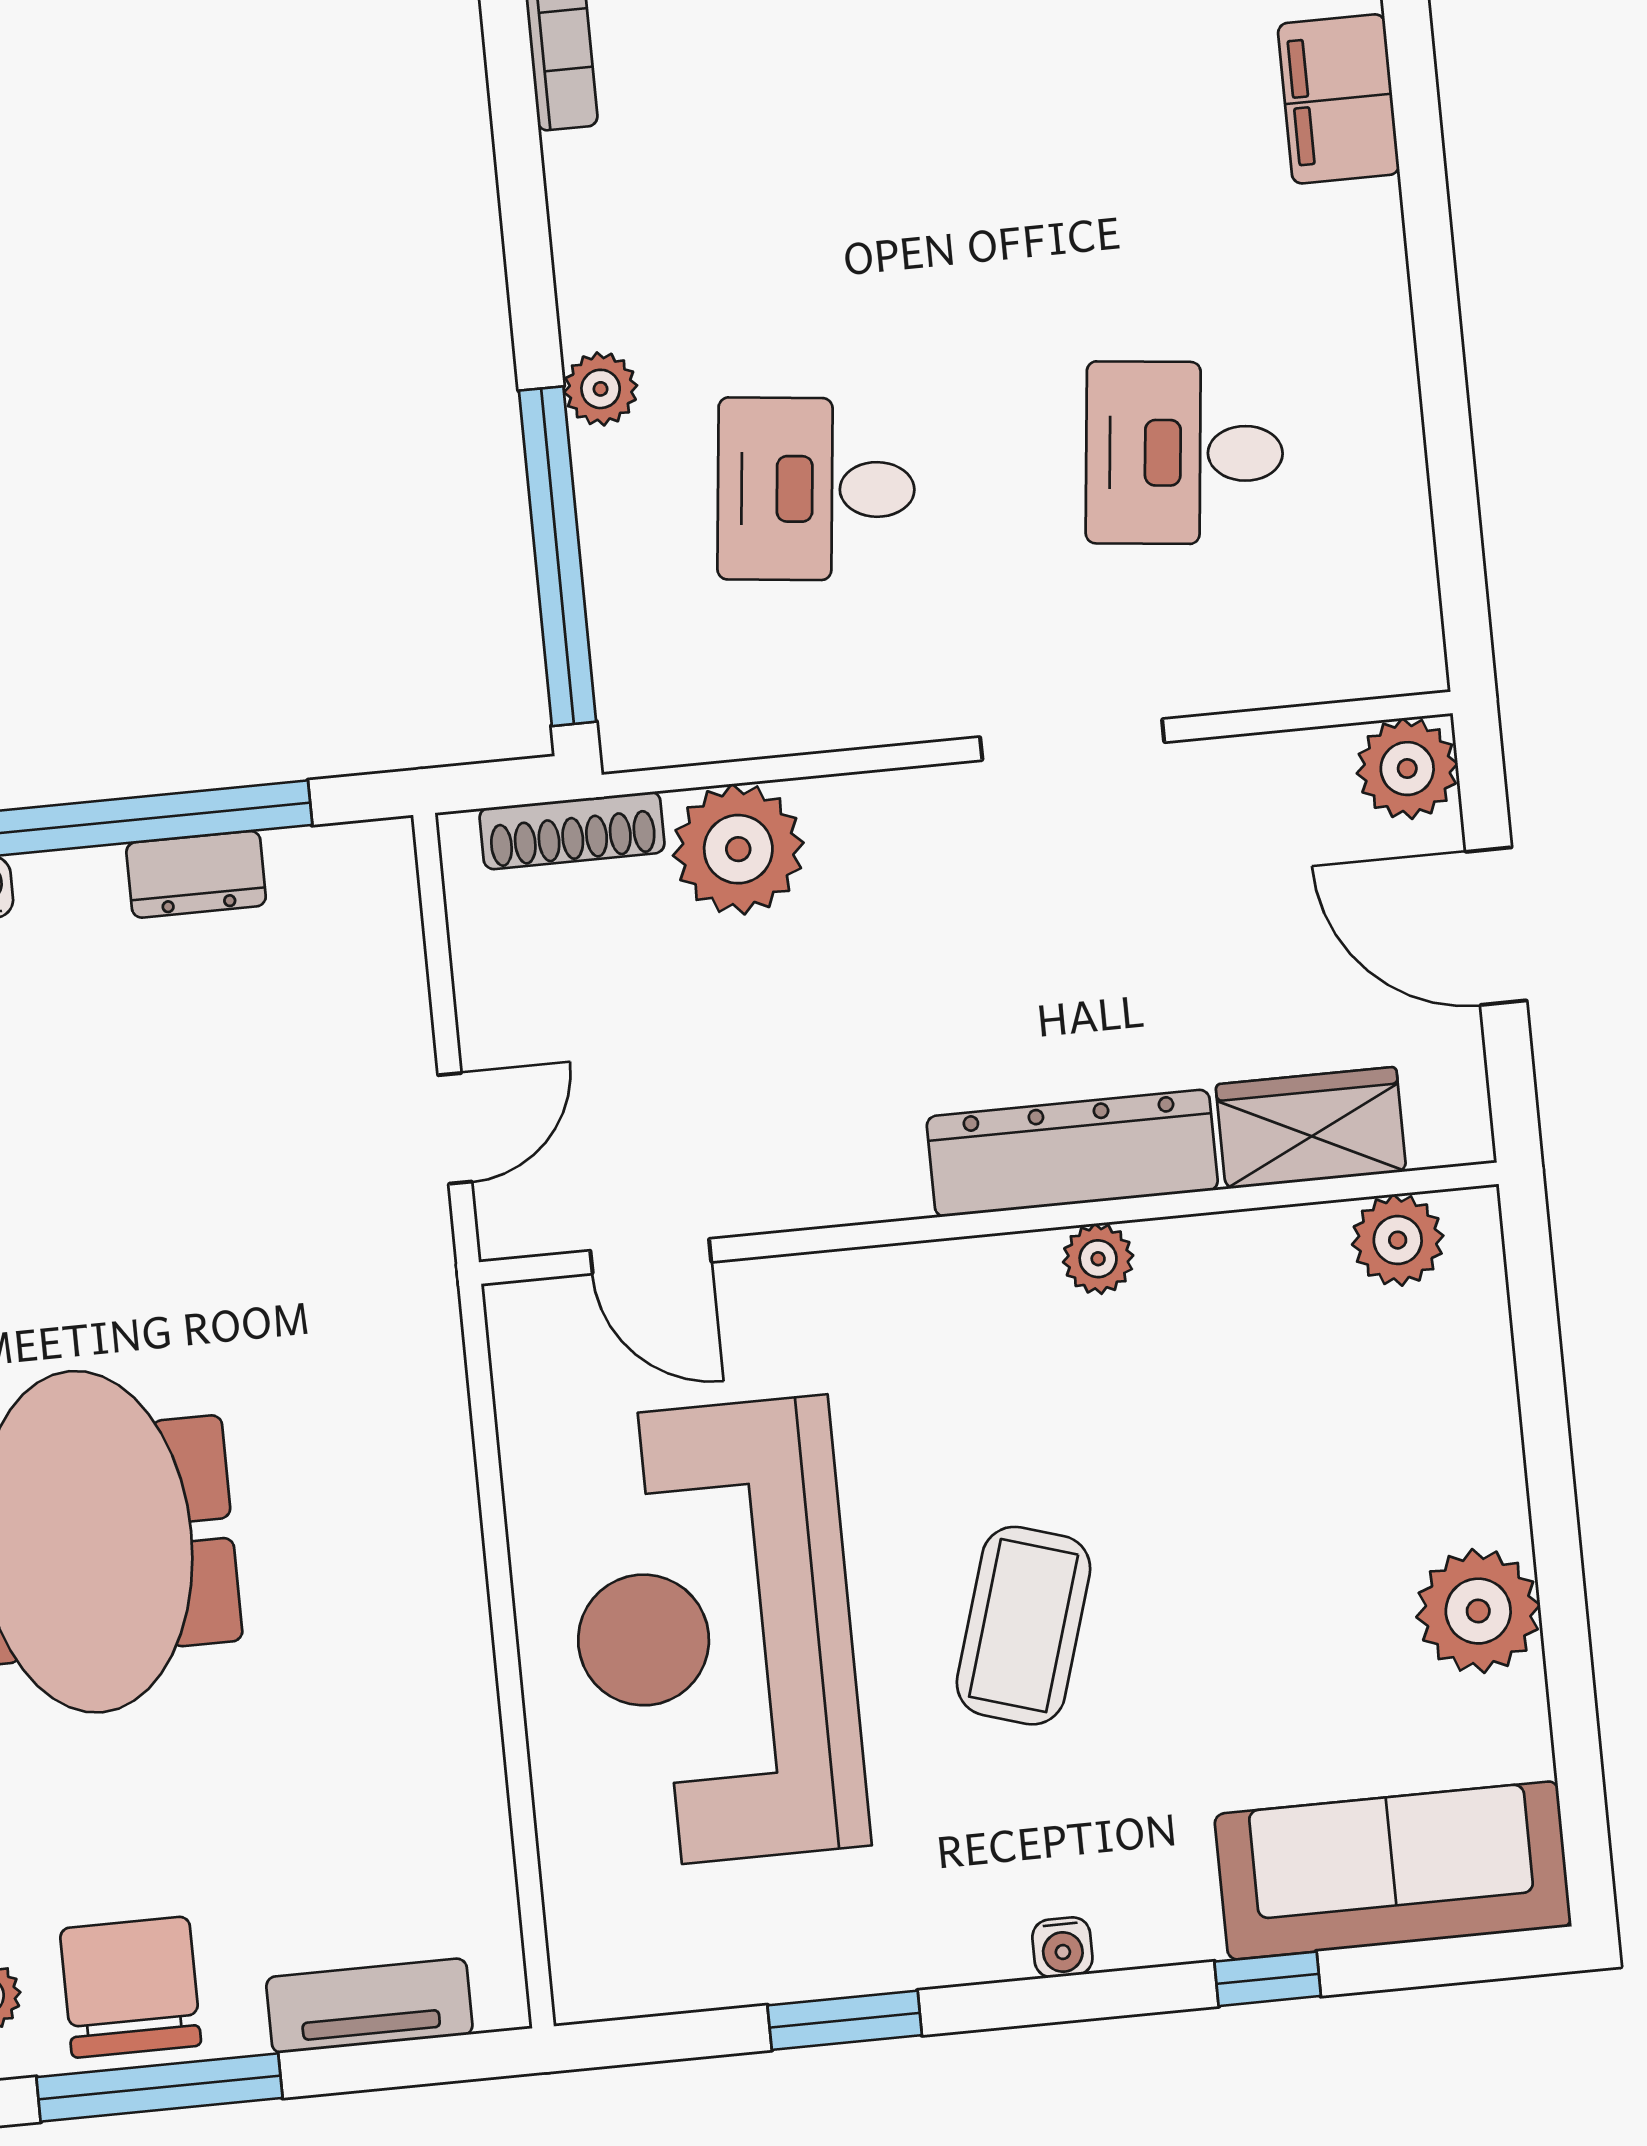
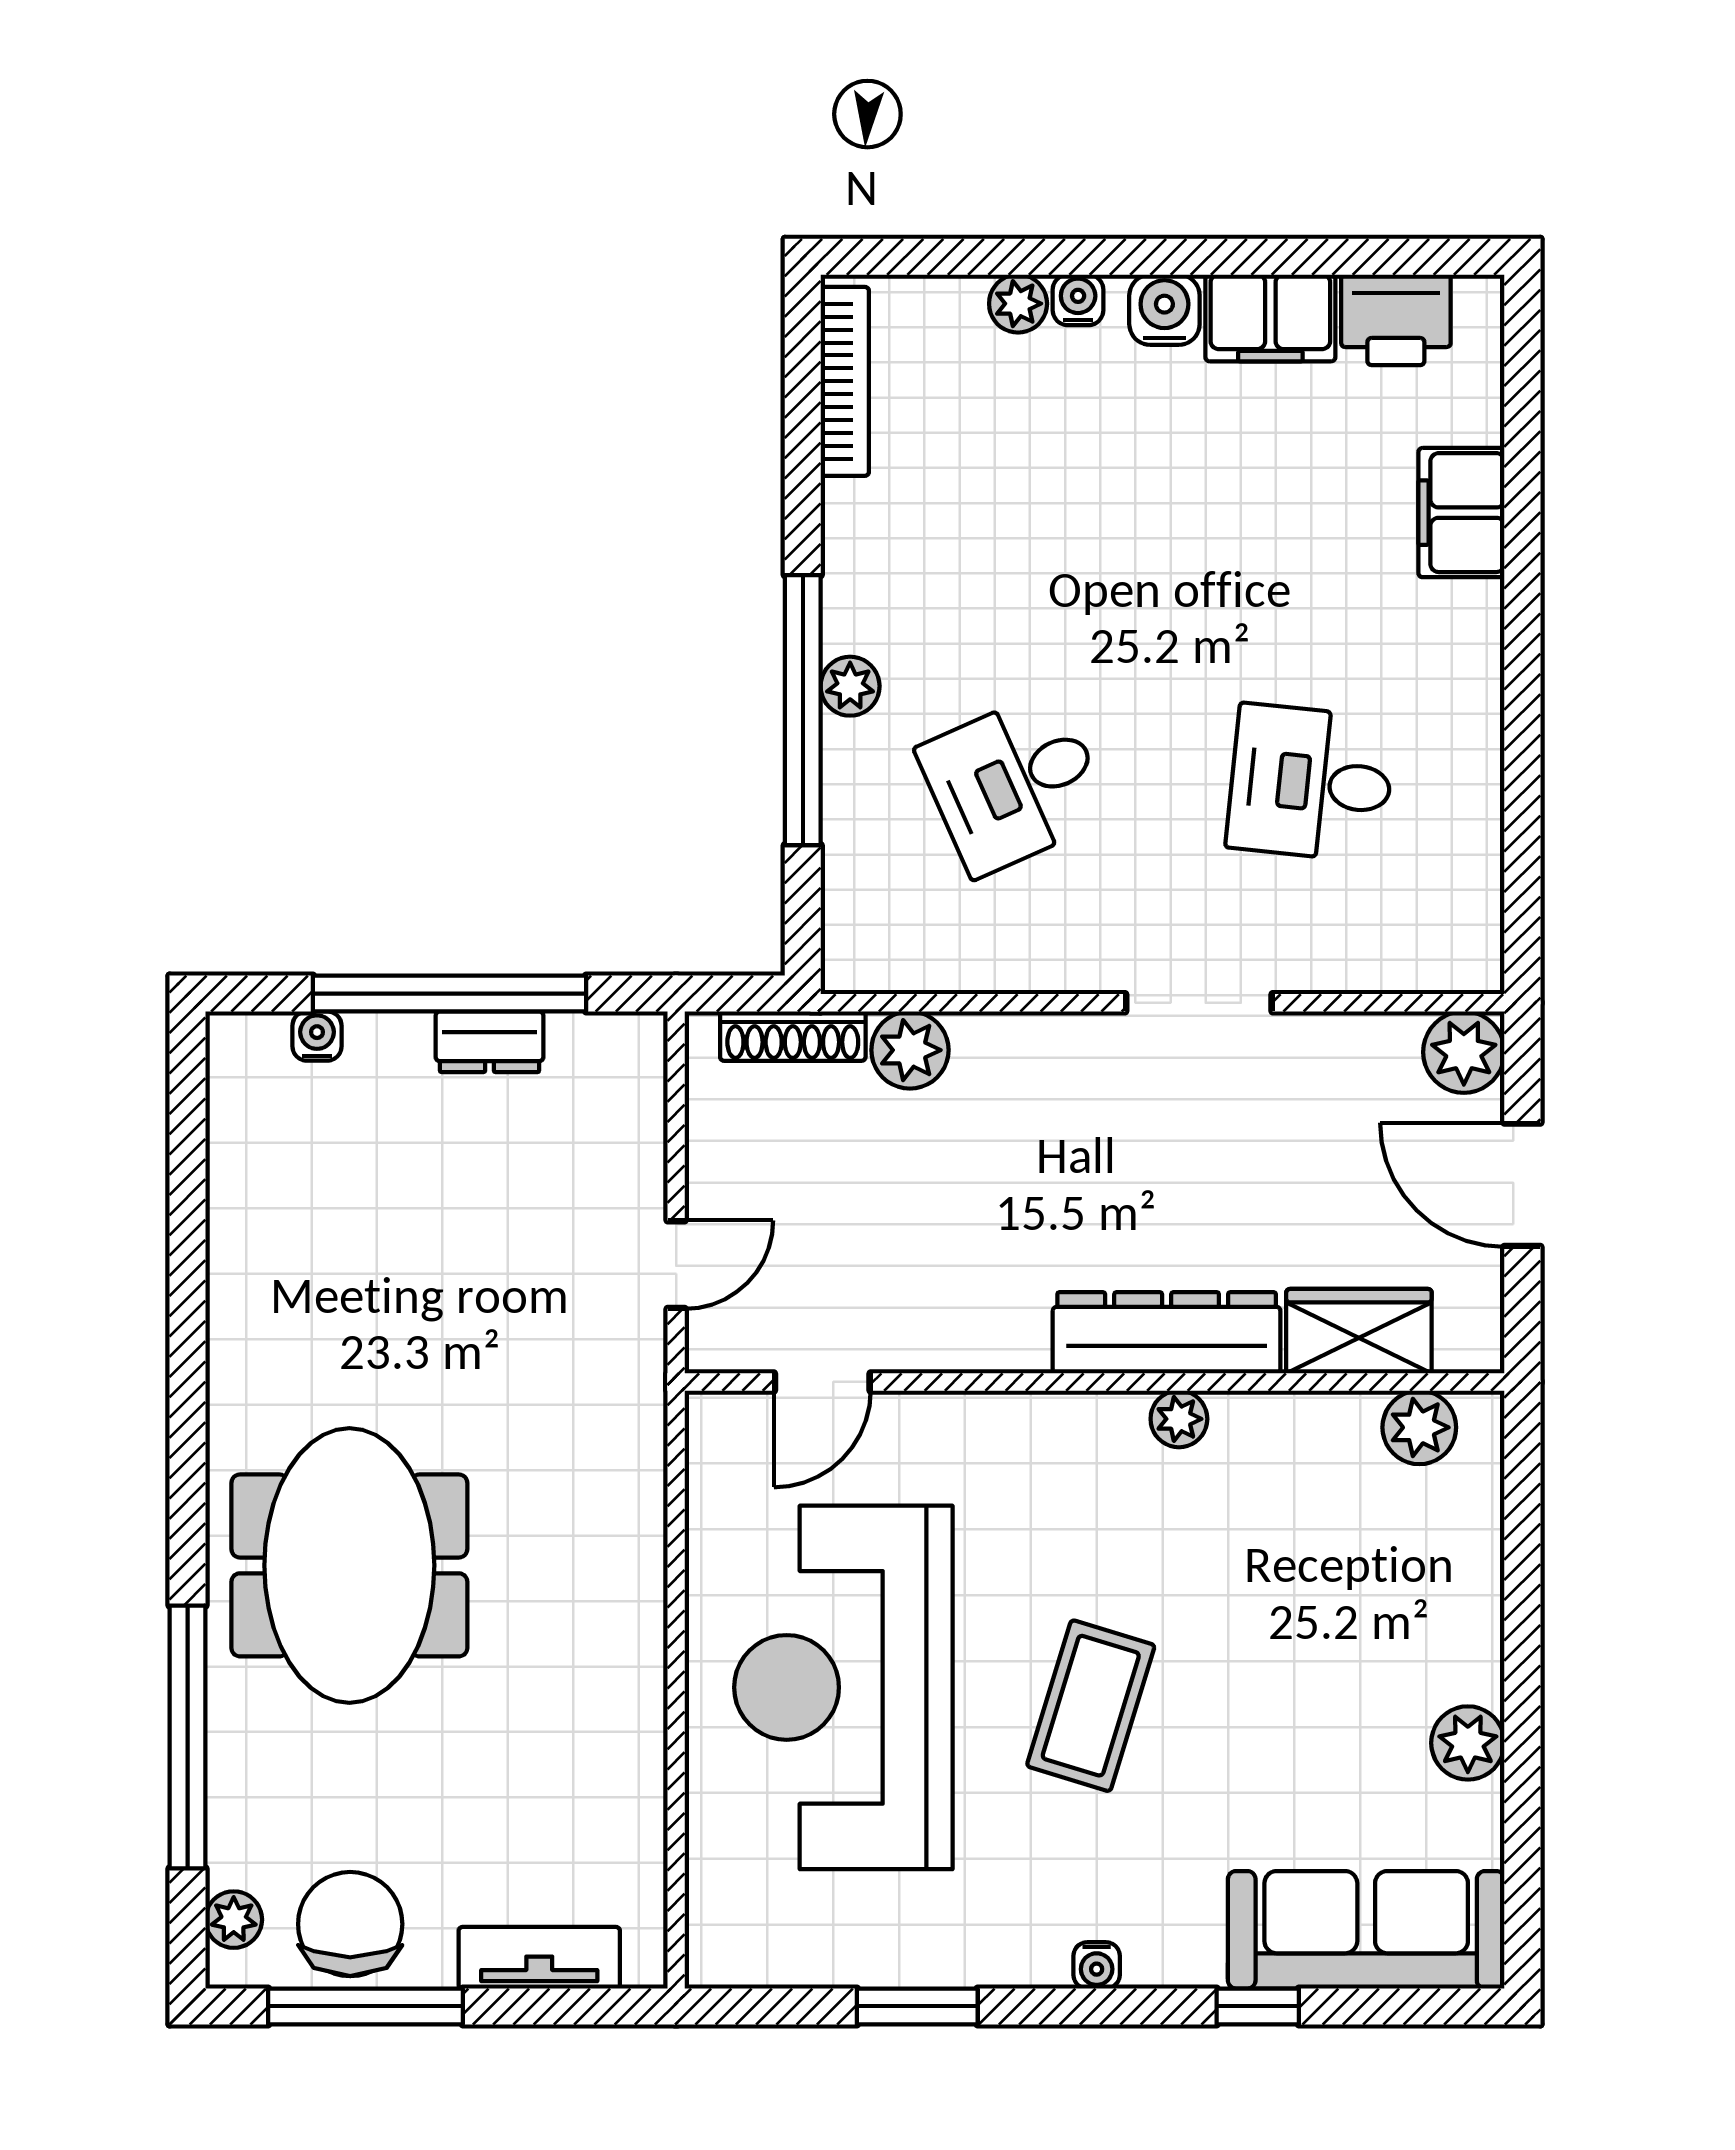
desk: (816, 489) -> (1014, 783), turned -30
window: (558, 556) -> (803, 710), moved
plant: (738, 849) -> (910, 1050), width x0.73, depth x0.73
door: (651, 1256) -> (822, 1382), hinge flipped
plant: (1478, 1611) -> (1468, 1743), width x0.73, depth x0.73

